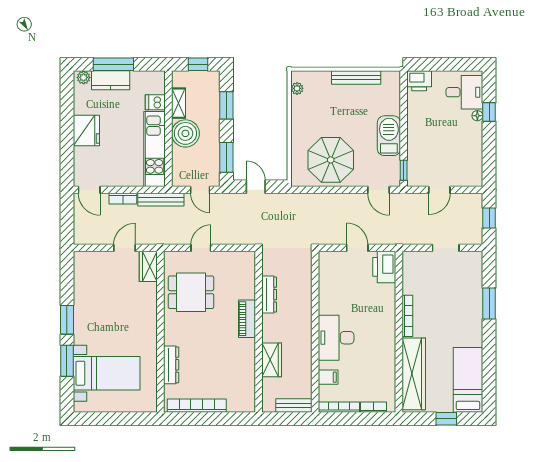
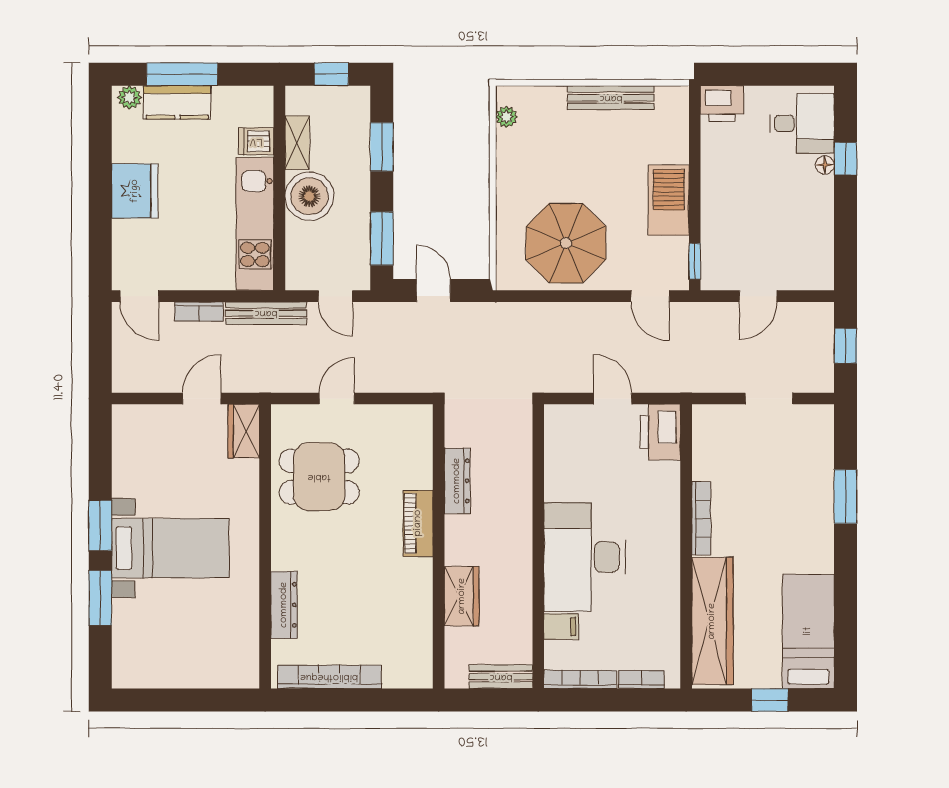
desk: (336, 338) -> (585, 557), width x1.36, depth x1.30
bed with nightstands: (107, 373) -> (170, 548), moved

